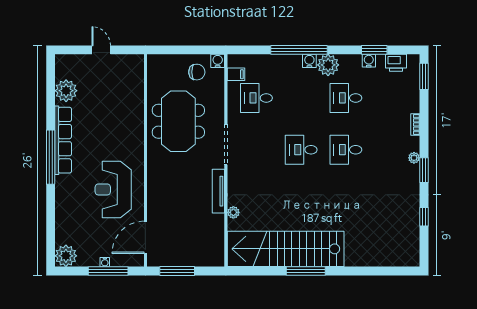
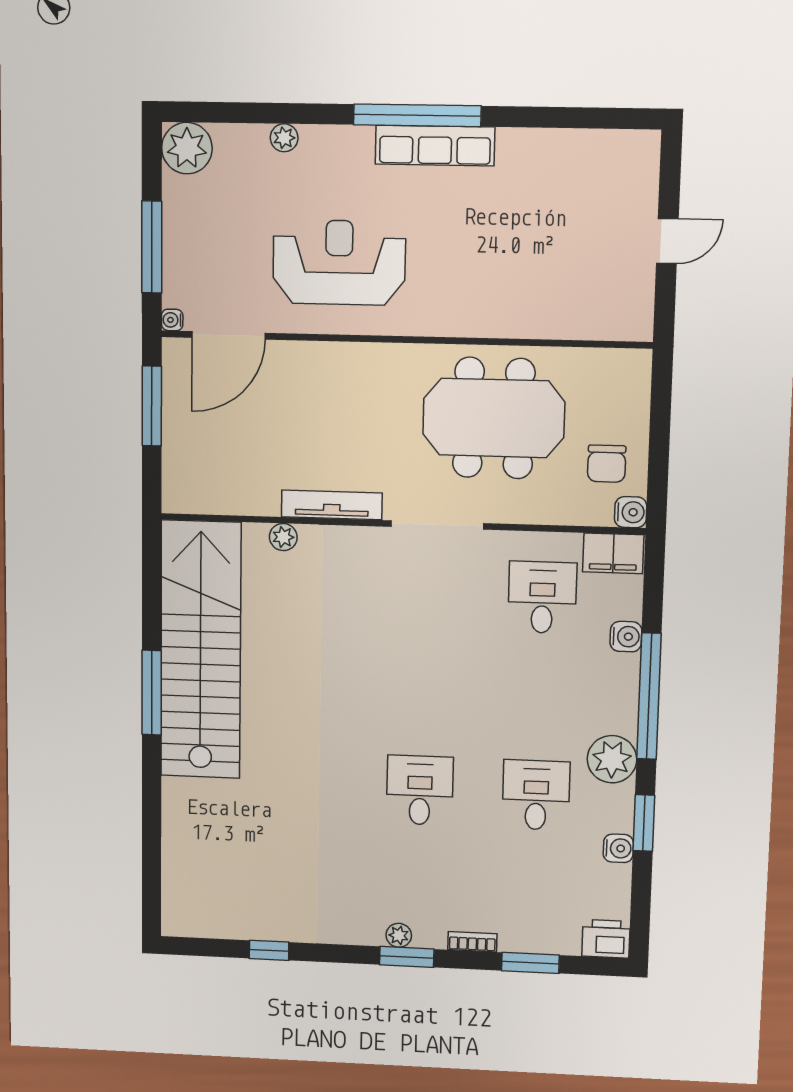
window: (374, 50) -> (644, 823), moved
water cooler: (309, 61) -> (626, 637), moved
printer: (396, 63) -> (606, 939), moved, turned 90
filing cabinet: (236, 74) -> (613, 553), width x2.00
window: (424, 76) -> (530, 963), moved
plant: (66, 91) -> (284, 138), moved, width x0.53, depth x0.53
row of seats: (63, 140) -> (435, 146), width x0.73
desk: (301, 150) -> (422, 693), removed
window: (424, 170) -> (407, 957), moved
door: (145, 237) -> (229, 335), swing flipped
water cooler: (105, 262) -> (172, 320), moved

